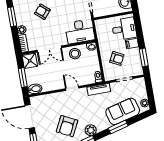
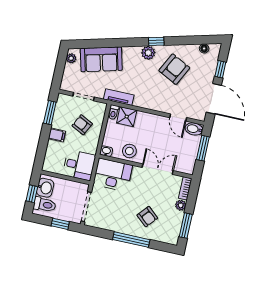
desk: (124, 29) -> (79, 165), moved, turned 180
shower: (30, 61) -> (127, 117), moved
door: (72, 88) -> (178, 118), moved
window: (118, 127) -> (114, 43), removed

